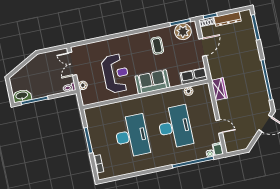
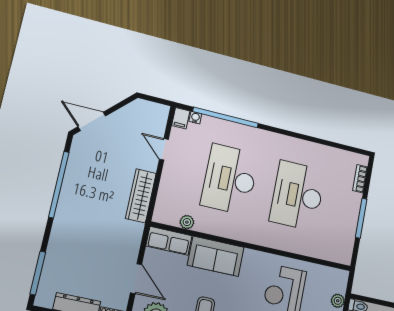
door: (203, 47) -> (136, 279), swing flipped
sofa: (152, 82) -> (216, 256), moved
wardrobe: (219, 89) -> (141, 196), width x1.50

